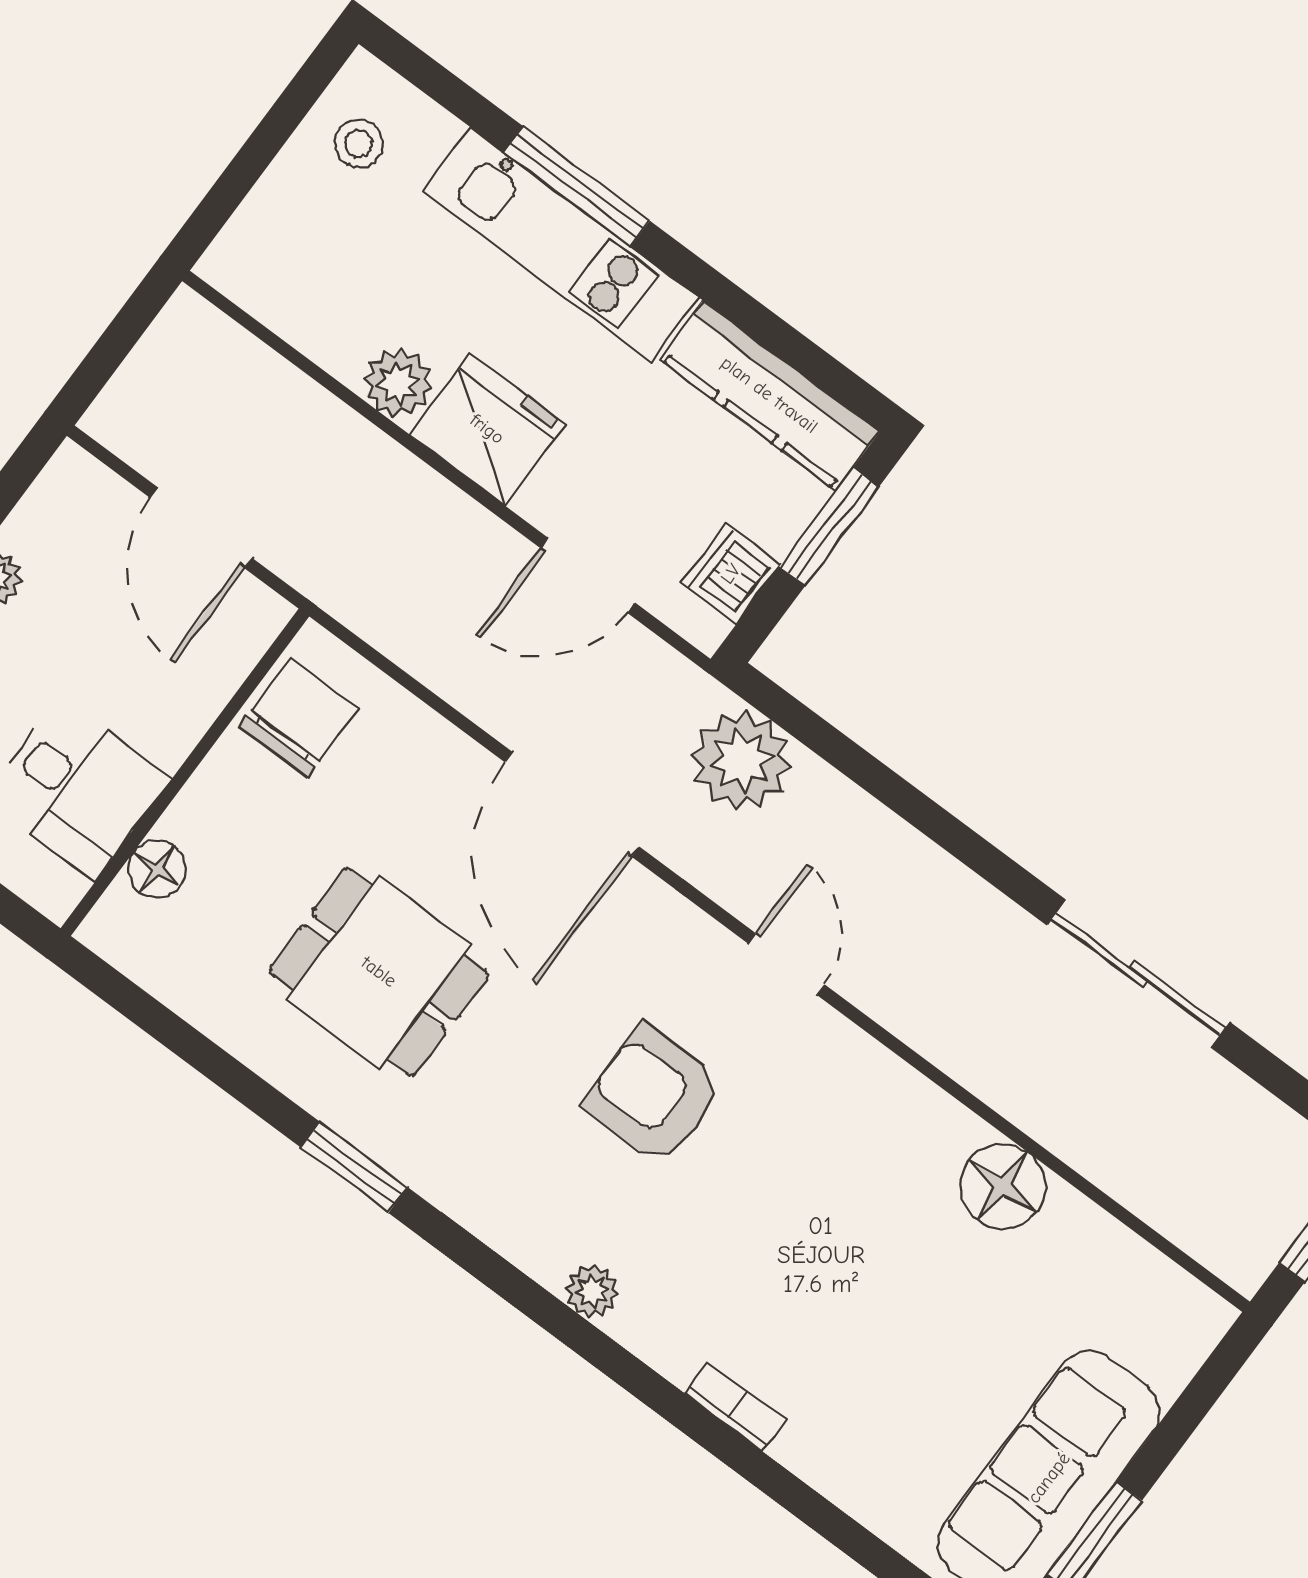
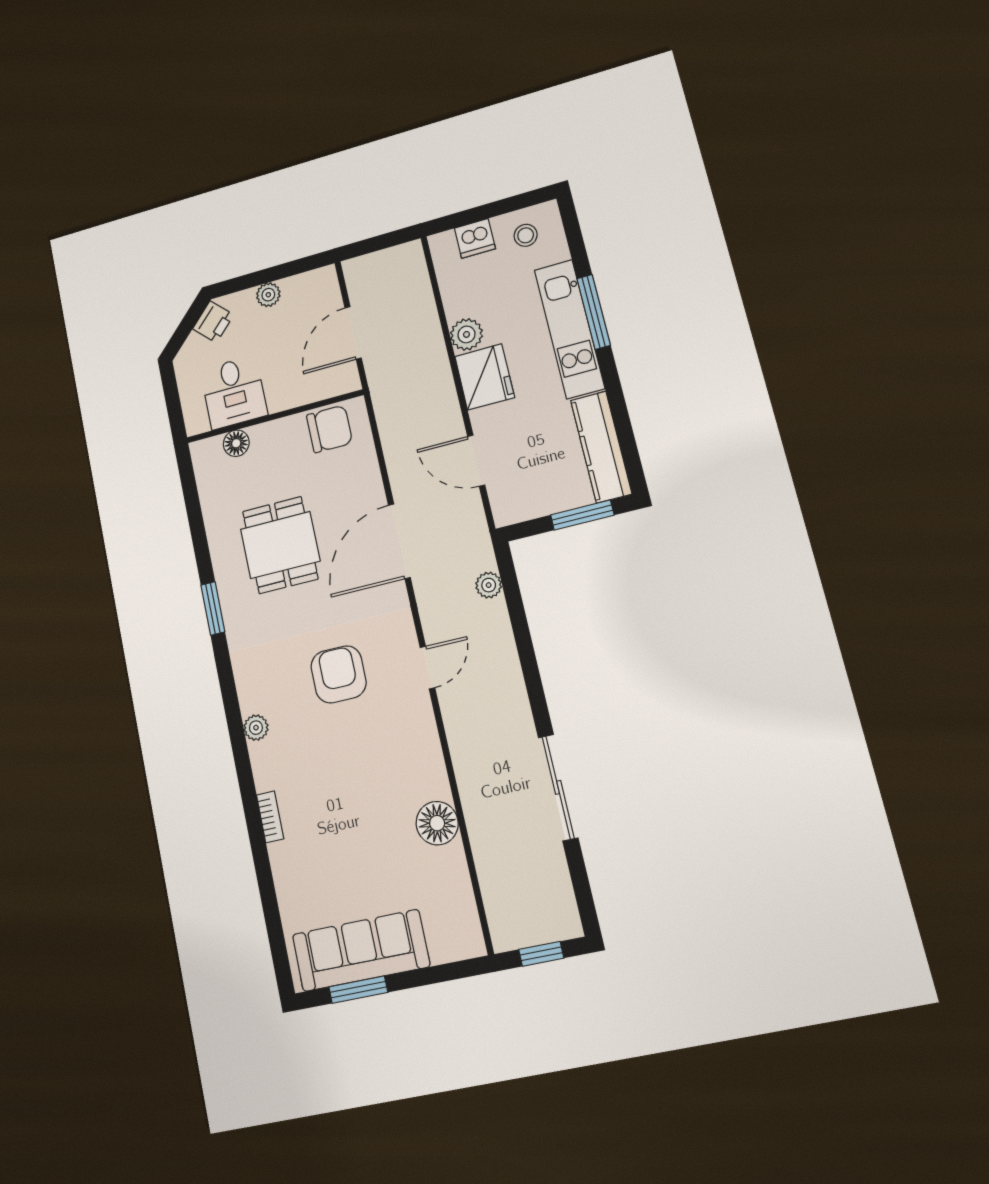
dishwasher: (731, 574) -> (475, 238), moved, turned 180
plant: (741, 761) -> (489, 585), width x0.53, depth x0.53

